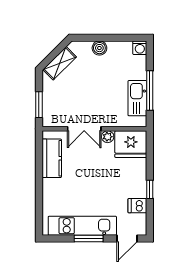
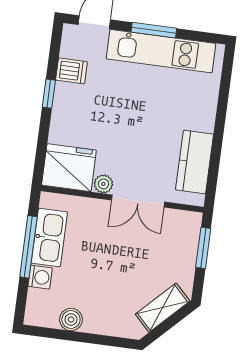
boiler: (99, 48) -> (71, 319), moved
washing machine: (140, 48) -> (40, 277), moved, turned 90
double door: (84, 129) -> (138, 201), swing flipped

